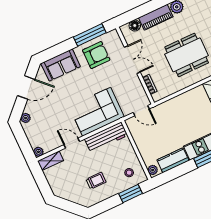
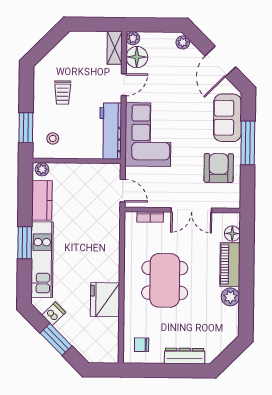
window: (90, 35) -> (248, 143), moved
armchair: (96, 55) -> (219, 168), turned 180
door: (141, 111) -> (123, 191), swing flipped
floor lamp: (50, 143) -> (137, 57), added

